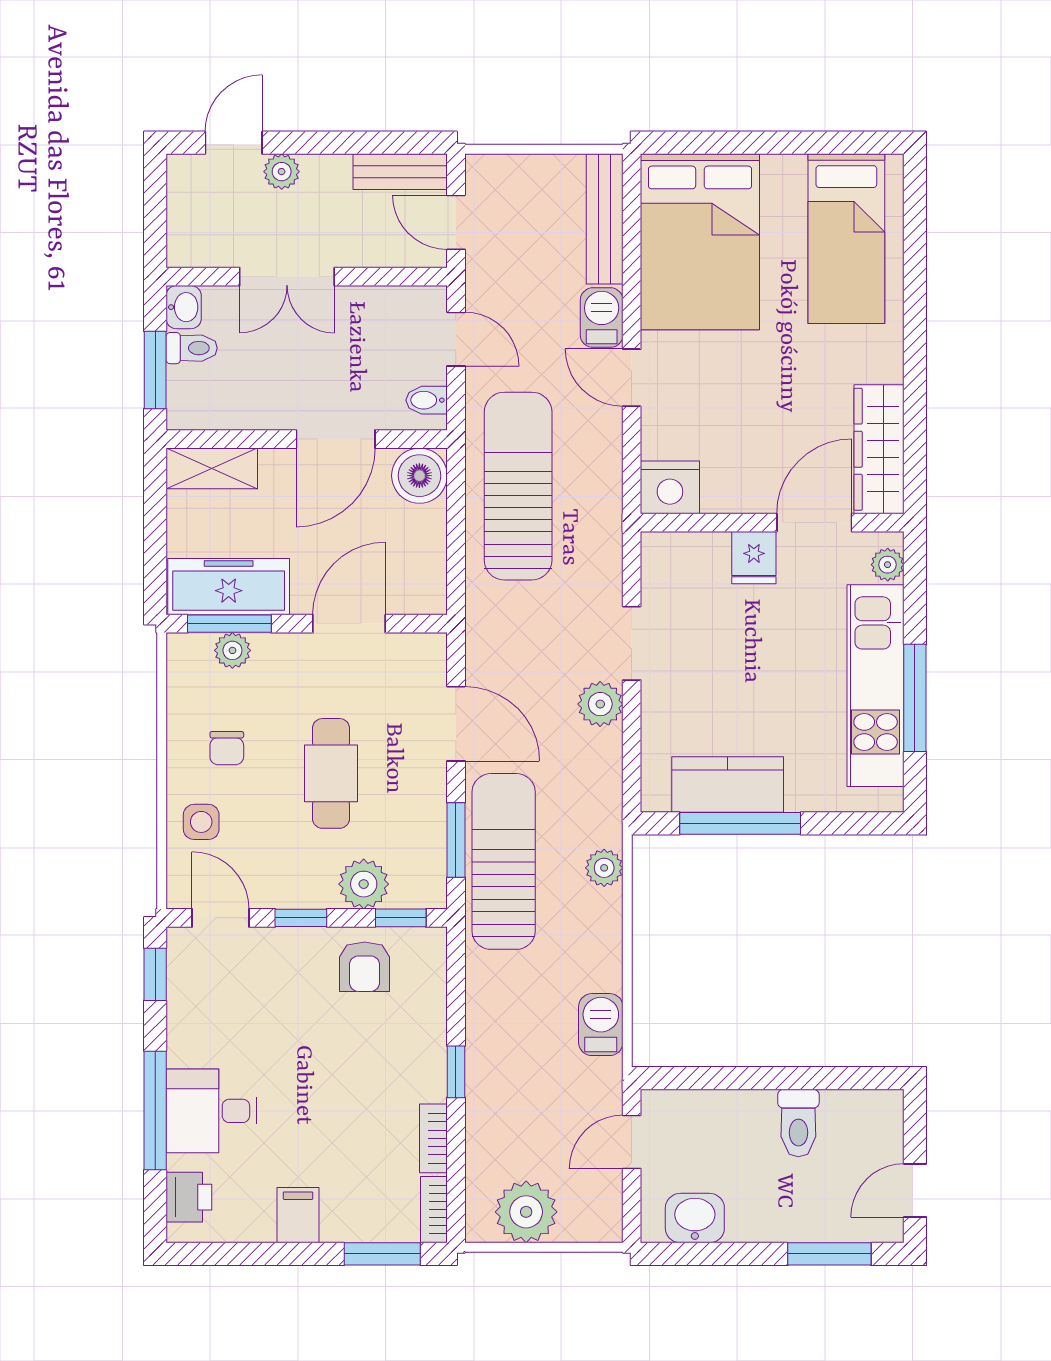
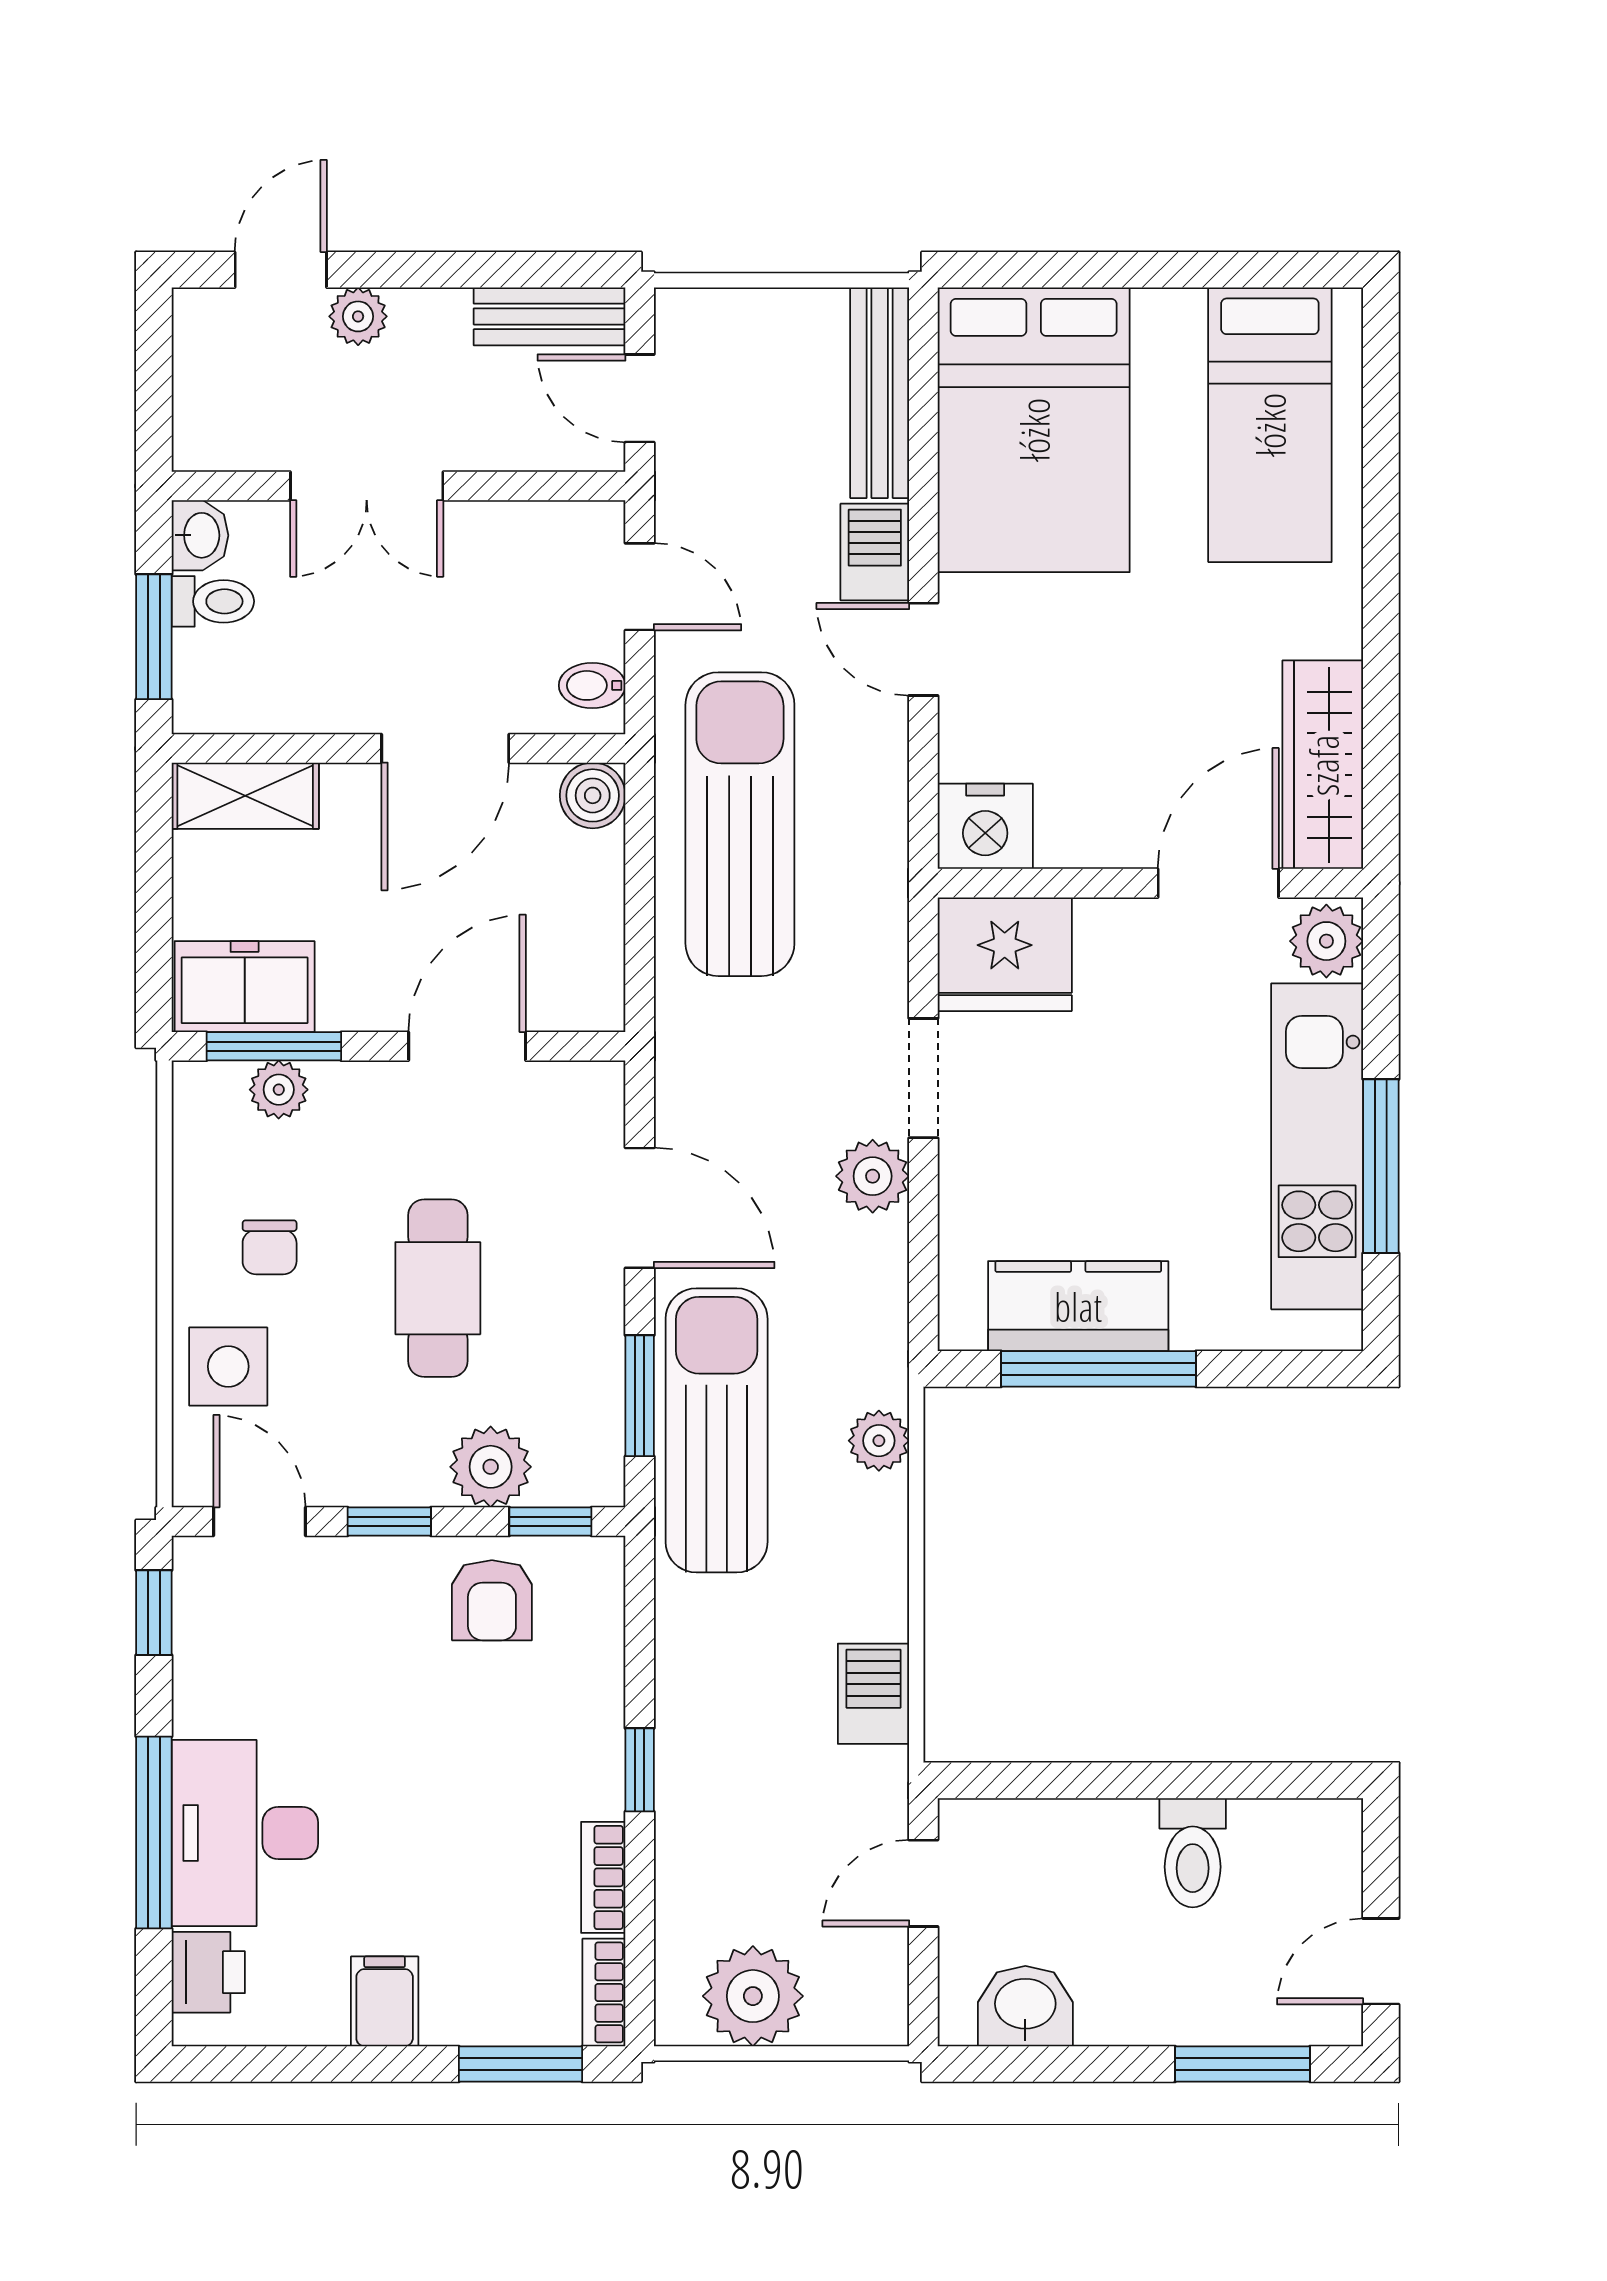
boiler: (419, 476) -> (593, 795), width x0.73, depth x0.73
fridge: (754, 558) -> (1005, 954), moved, width x1.88, depth x1.34
plant: (888, 565) -> (1326, 941), width x1.38, depth x1.38
freezer: (229, 587) -> (245, 987), width x0.71
side table: (201, 822) -> (228, 1366), width x1.37, depth x1.37
desk: (211, 1111) -> (245, 1833), width x1.37

